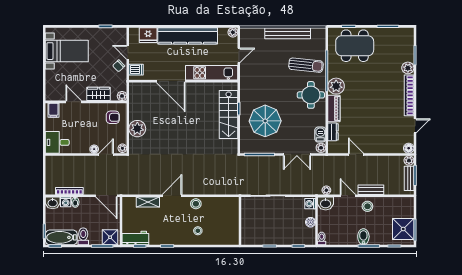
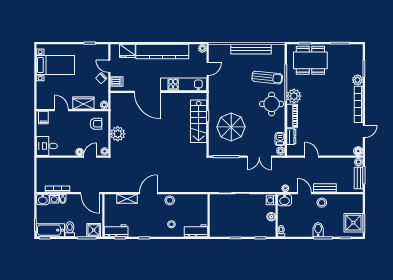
workbench: (226, 238) -> (196, 231), added

